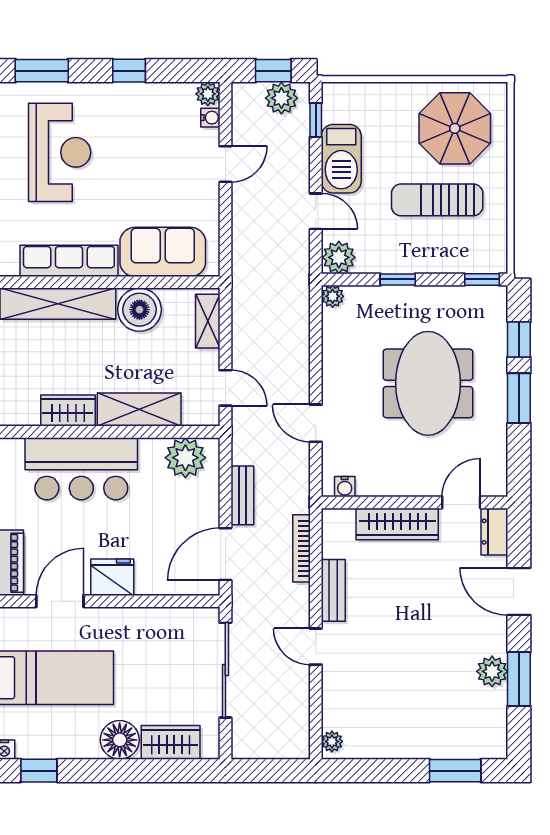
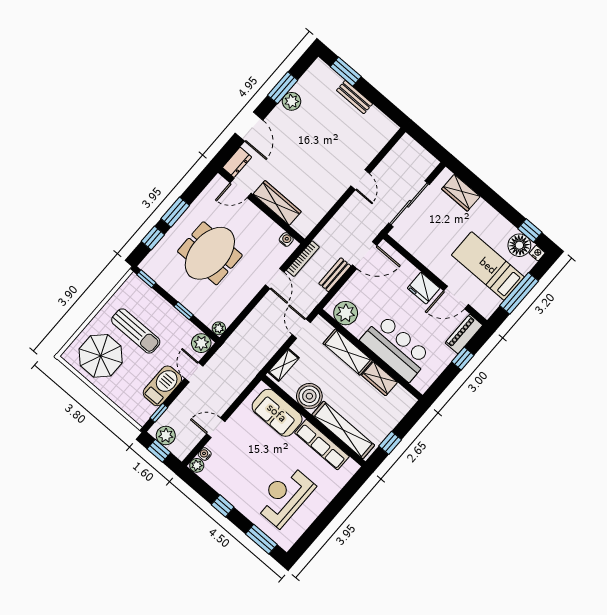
bookcase: (301, 548) -> (303, 259), moved
bench: (333, 590) -> (355, 97), moved, turned 90
floor lamp: (120, 740) -> (519, 245), moved
plant: (332, 741) -> (389, 132), removed

